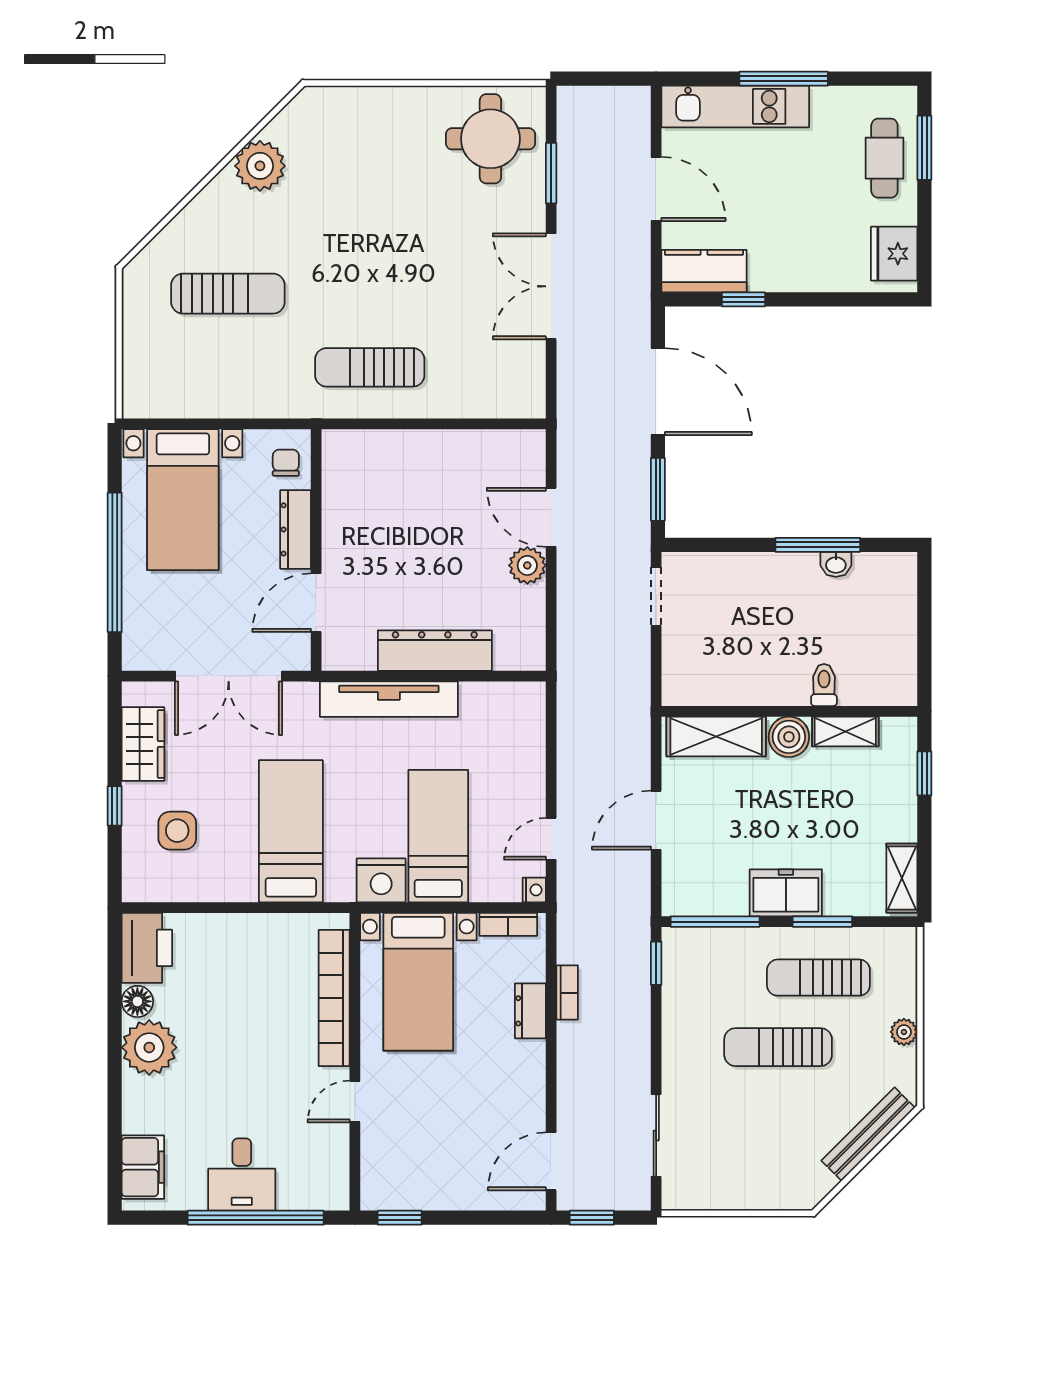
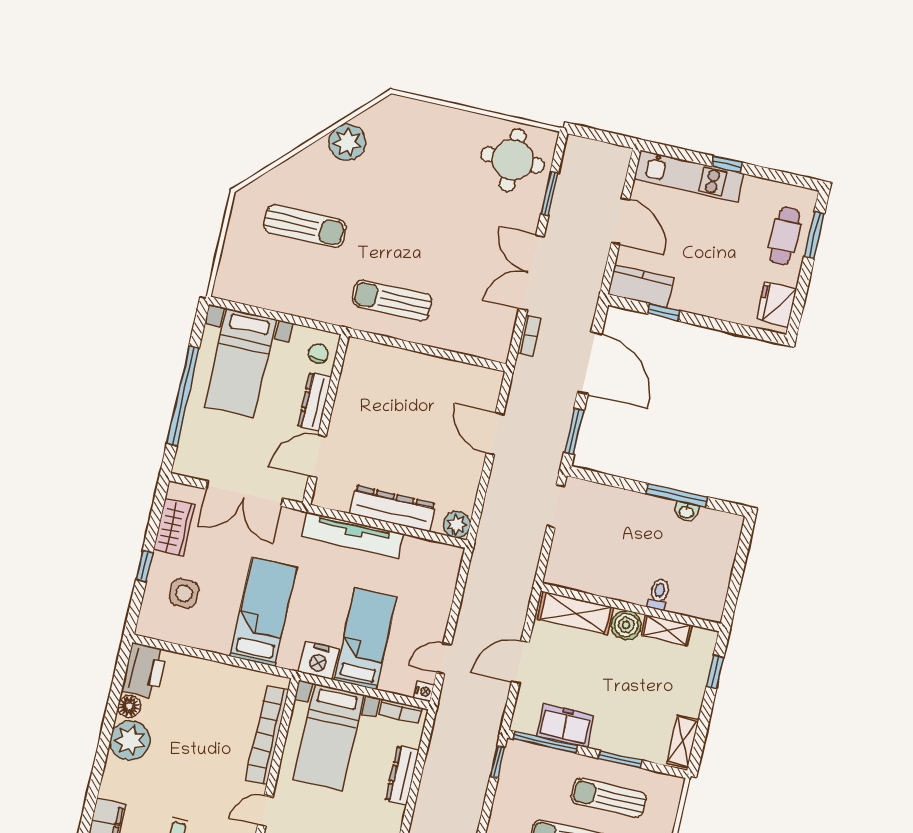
window: (784, 79) -> (727, 164), width x0.46
plant: (527, 565) -> (457, 525), moved
freezer: (786, 893) -> (565, 726), moved
bookcase: (567, 993) -> (529, 335), moved
dresser: (530, 1011) -> (402, 775), width x1.44

